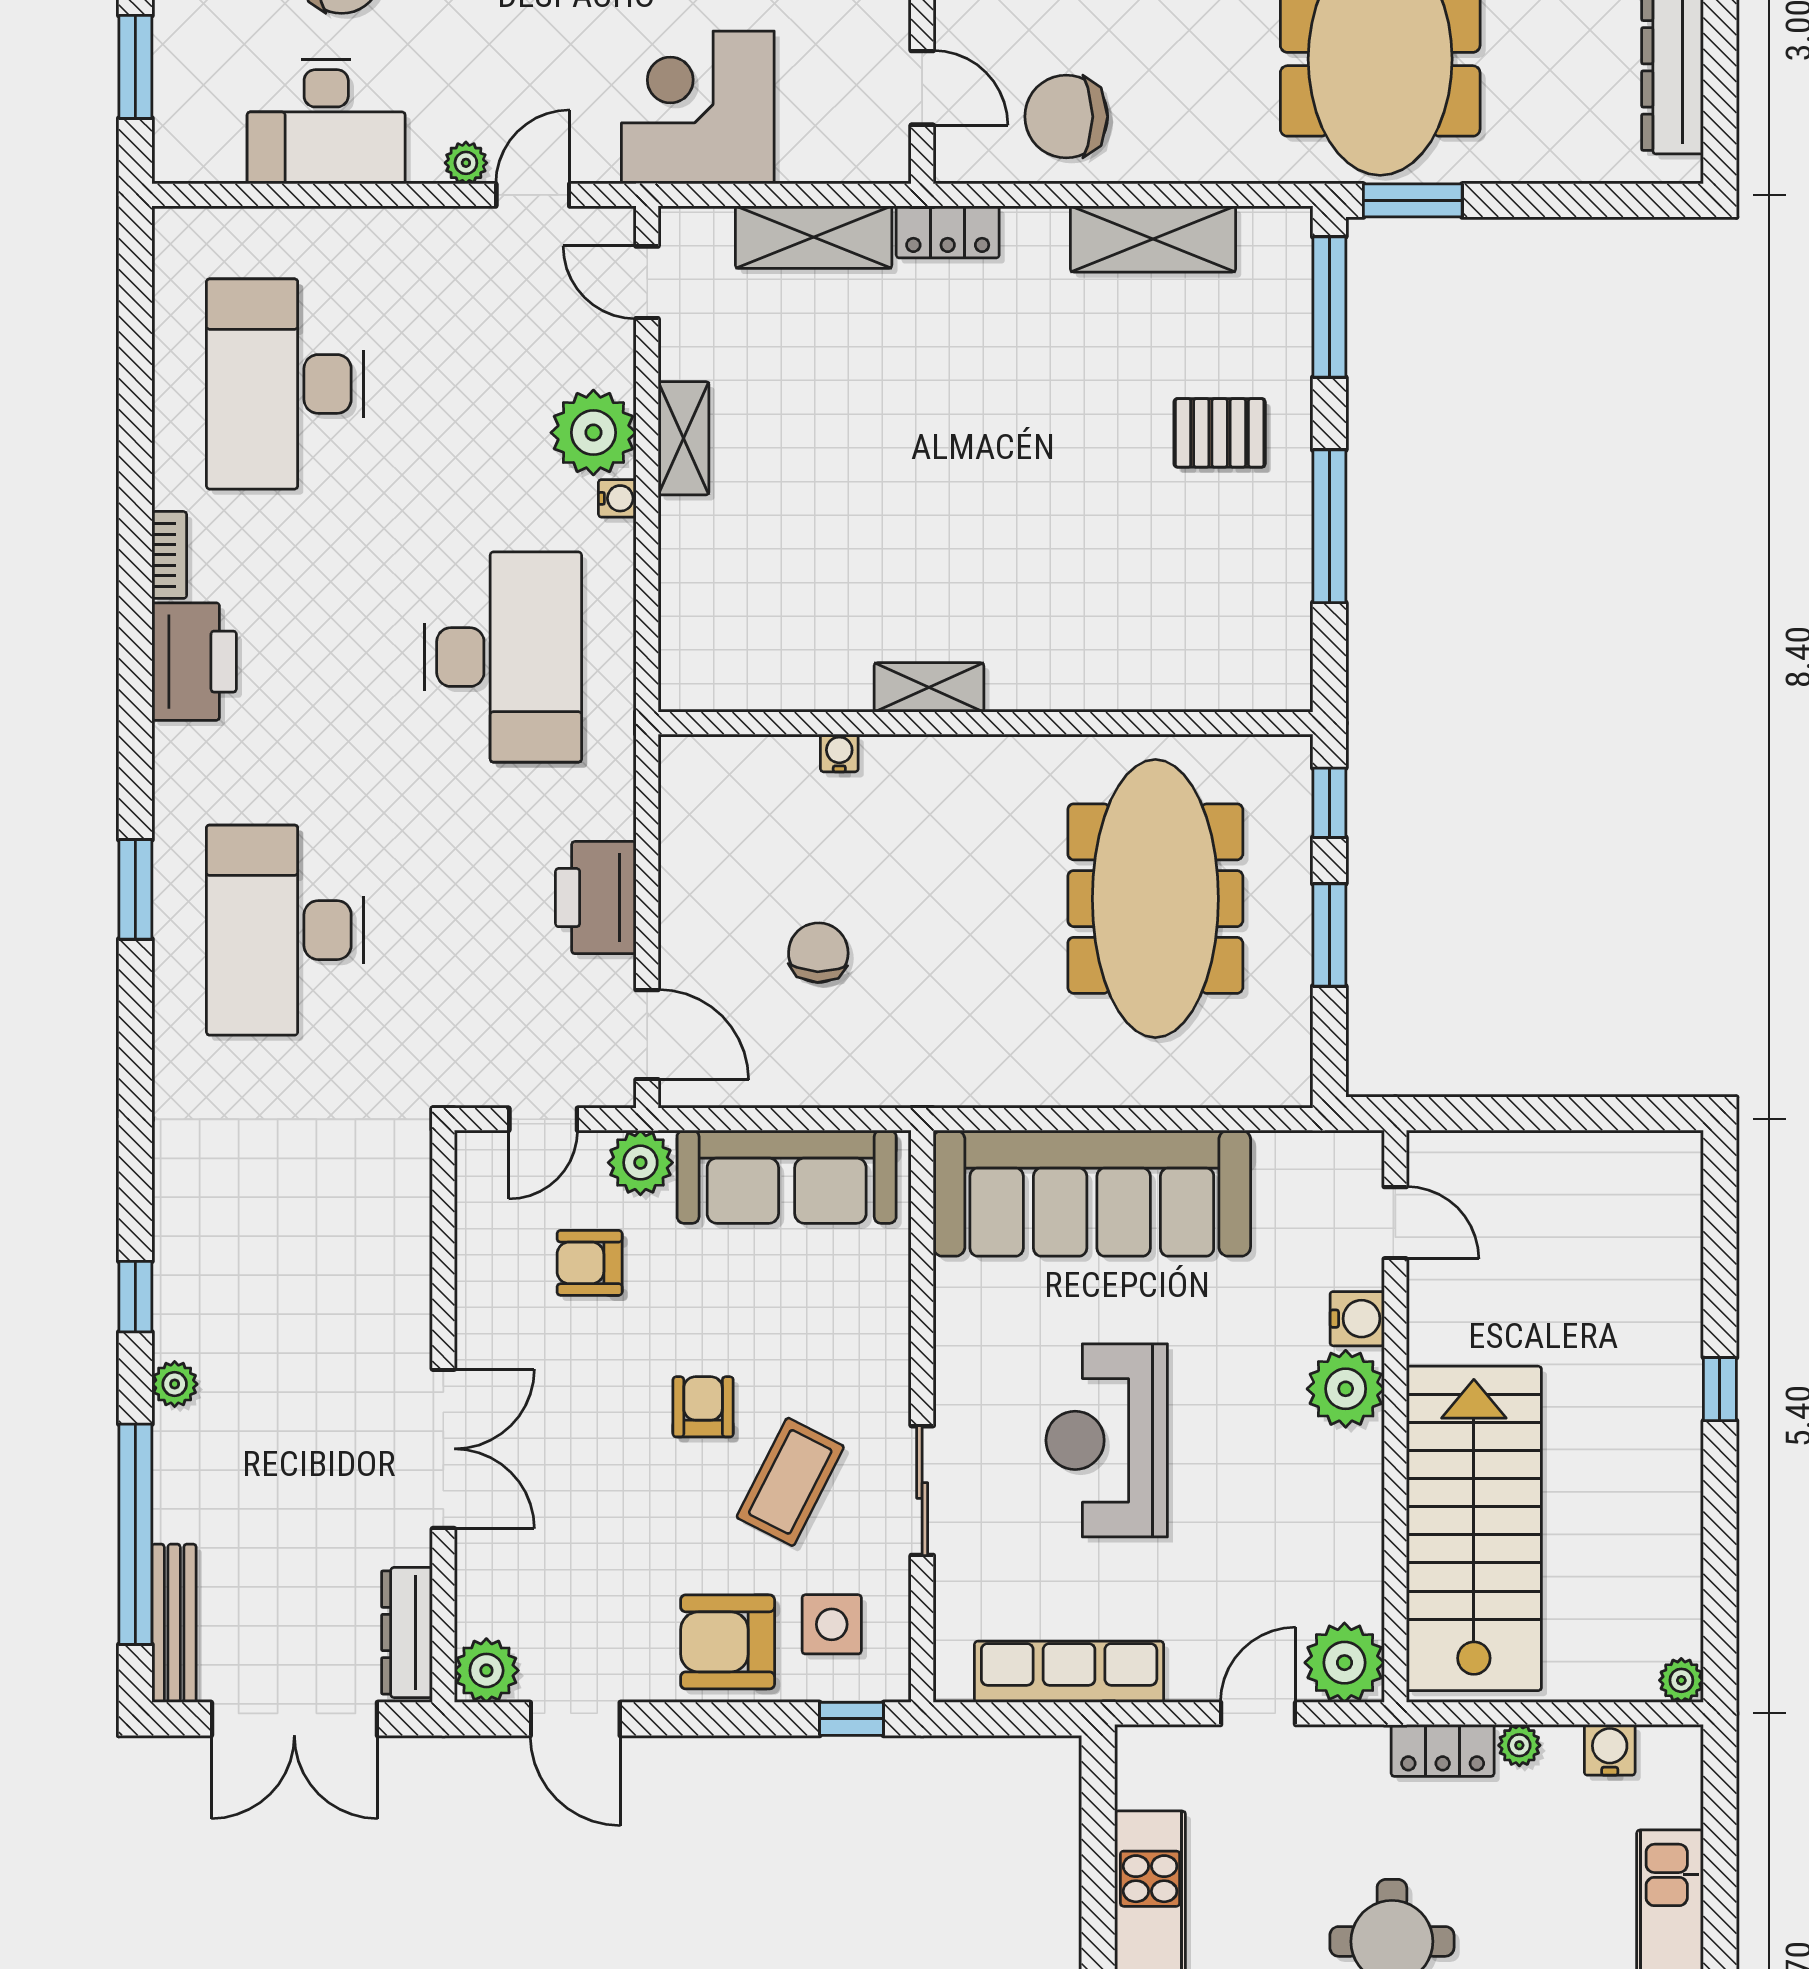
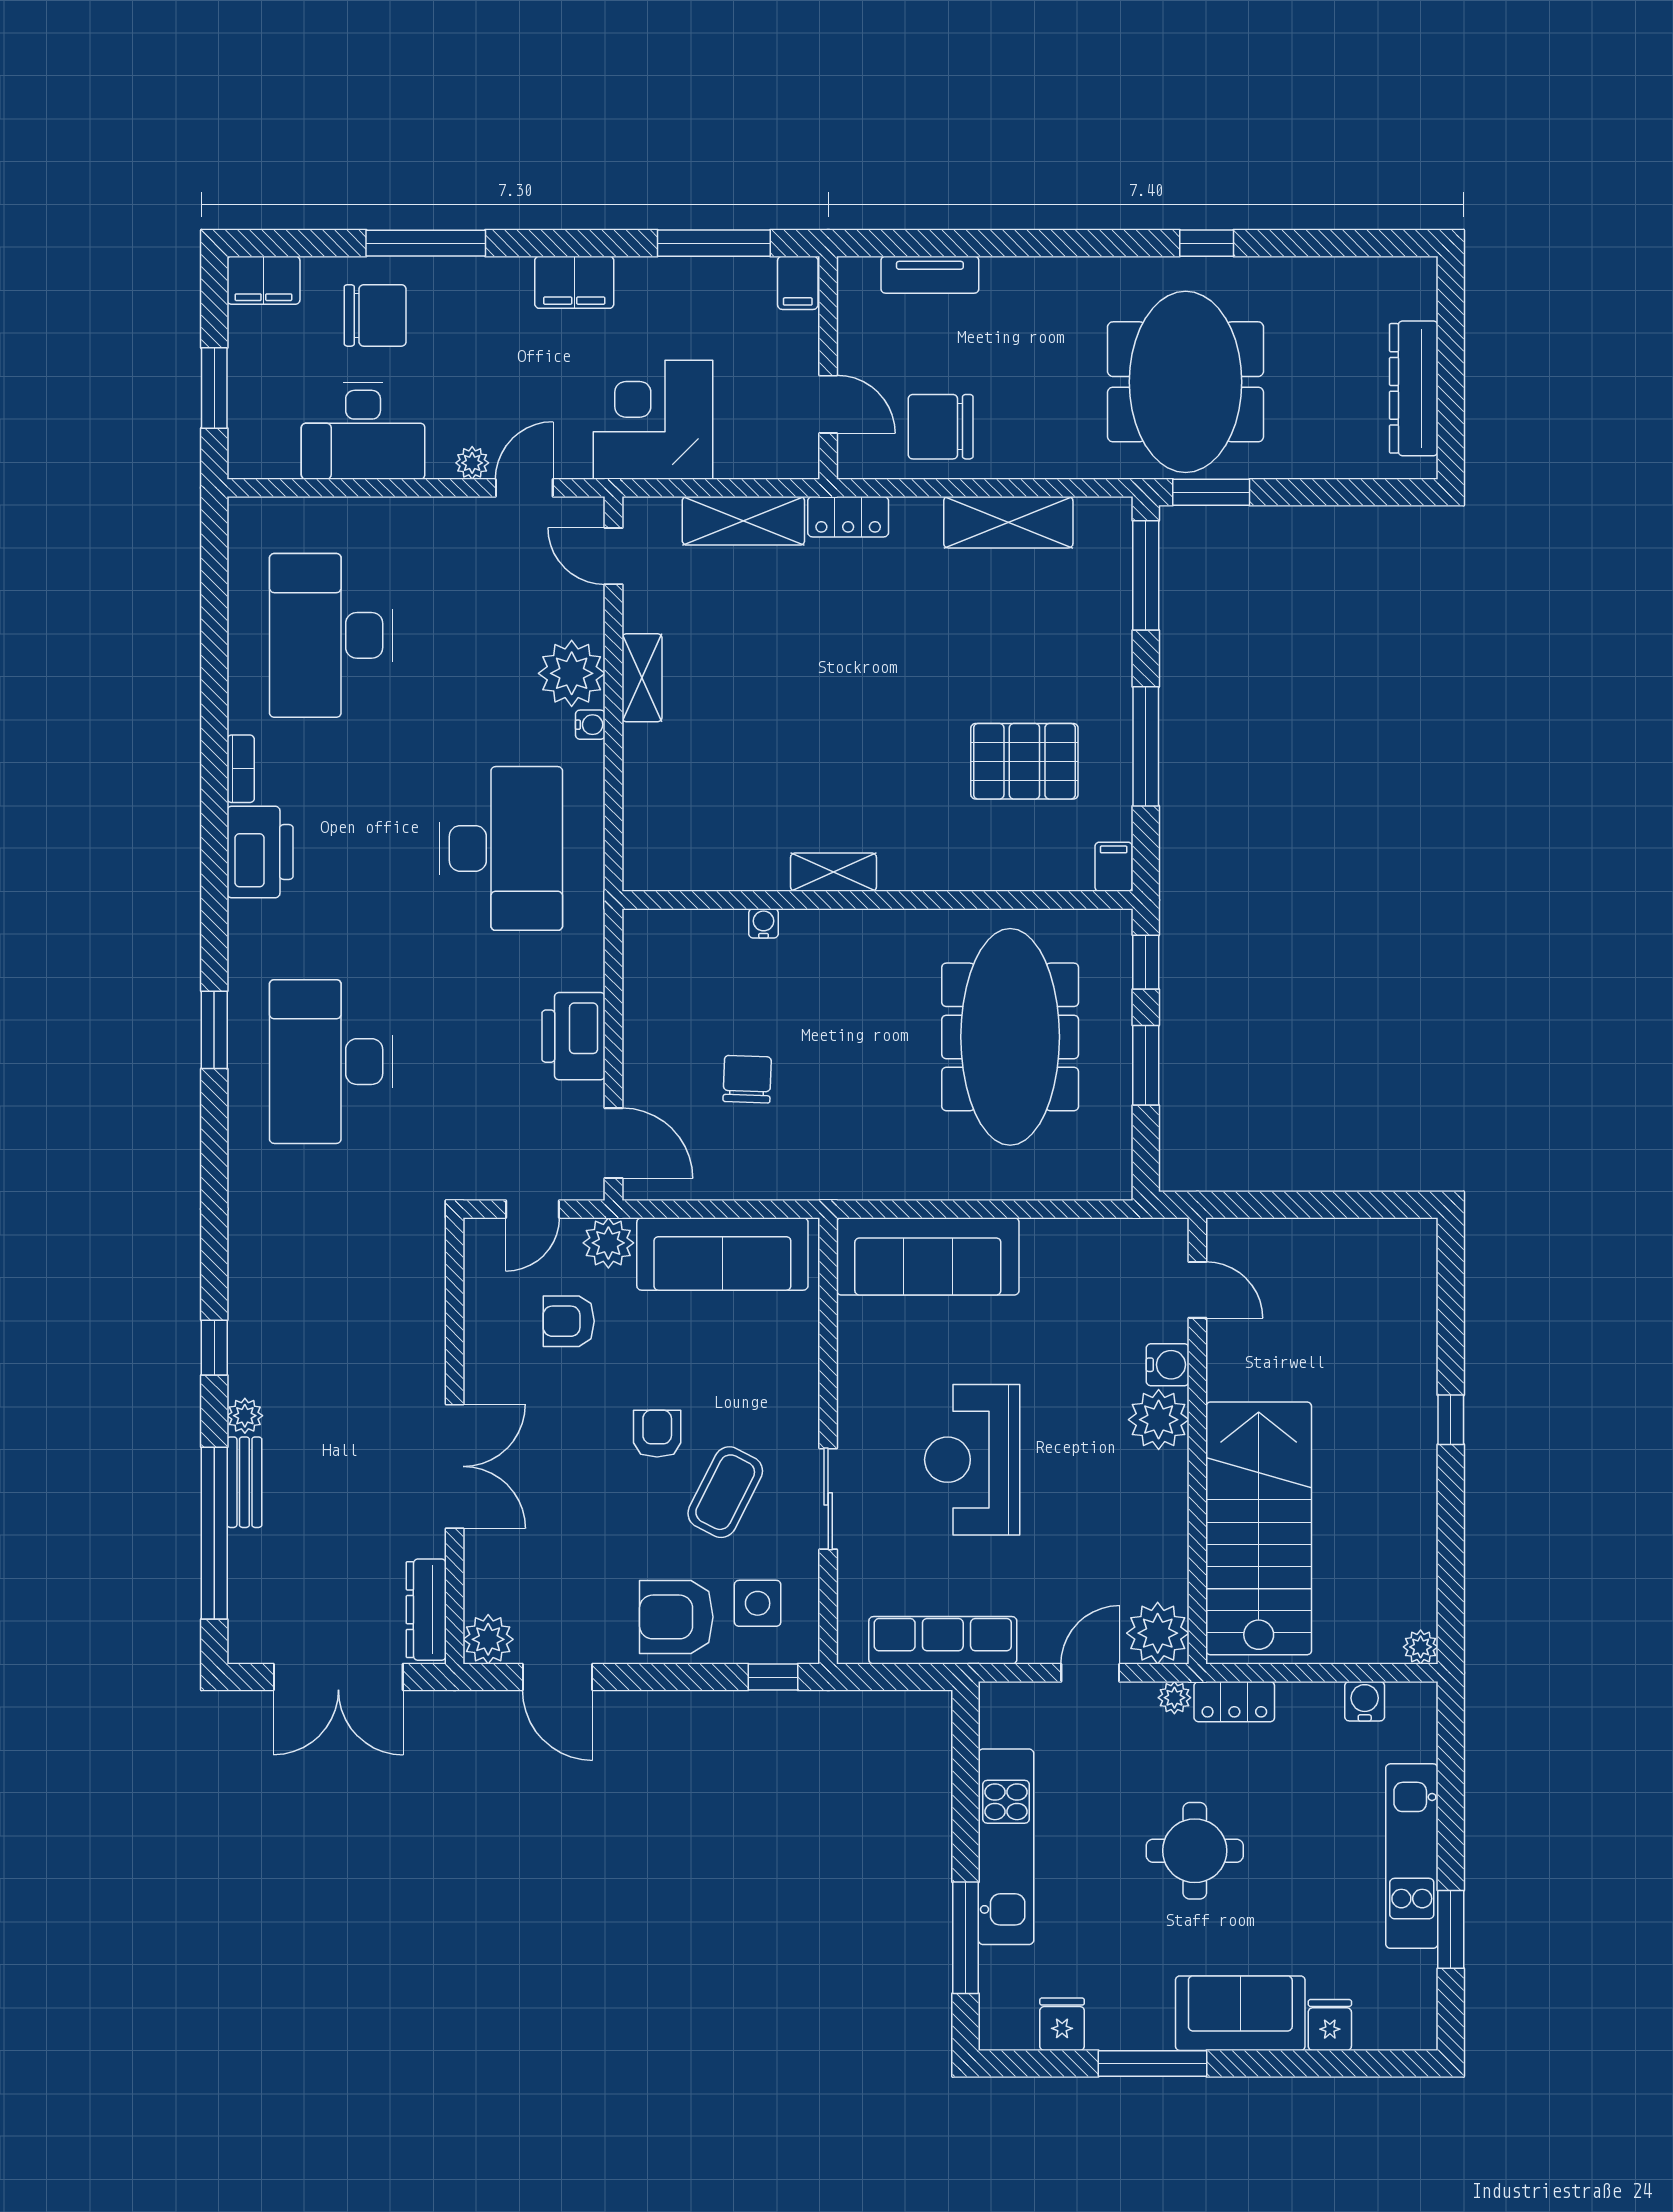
pallet: (1220, 433) -> (1024, 761), moved, width x1.50, depth x1.42
filing cabinet: (1288, 680) -> (1114, 867), added
sofa: (1092, 1193) -> (928, 1256), width x0.74, depth x0.79
bench: (174, 1623) -> (244, 1482), moved, width x0.73
plant: (1519, 1745) -> (1174, 1698), moved

